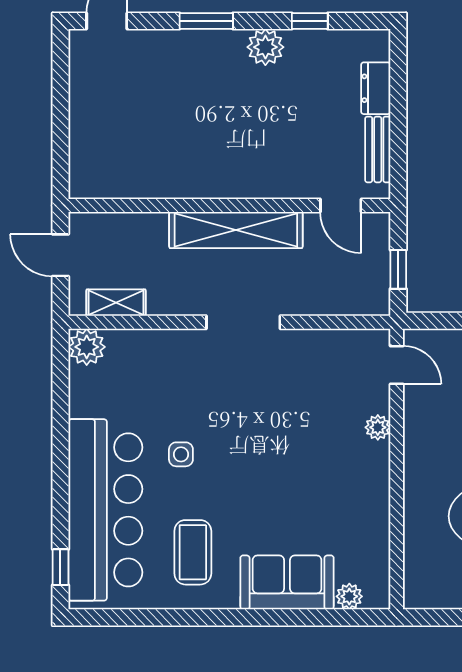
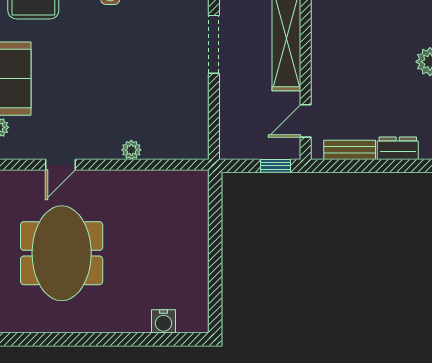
window: (398, 269) -> (276, 166), moved
door: (397, 365) -> (60, 165), moved

